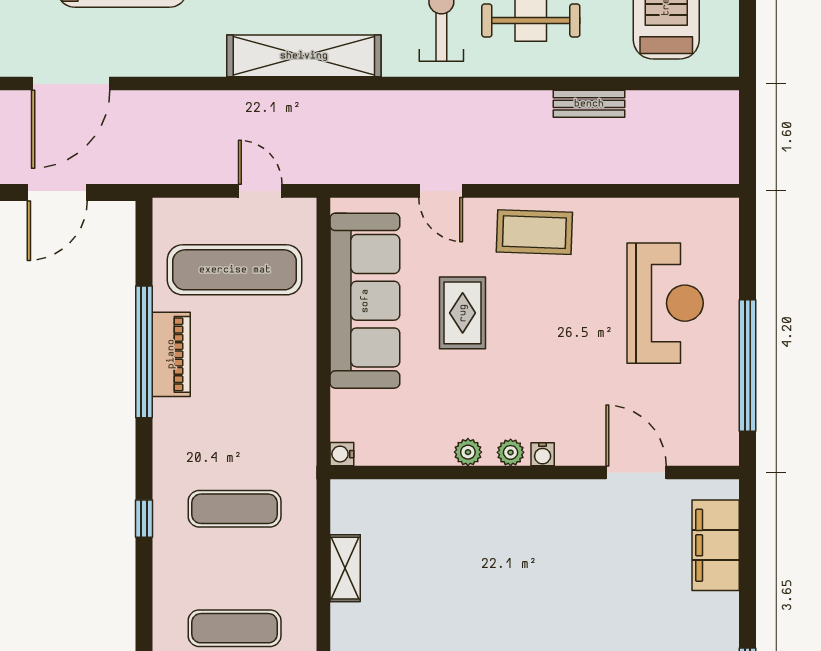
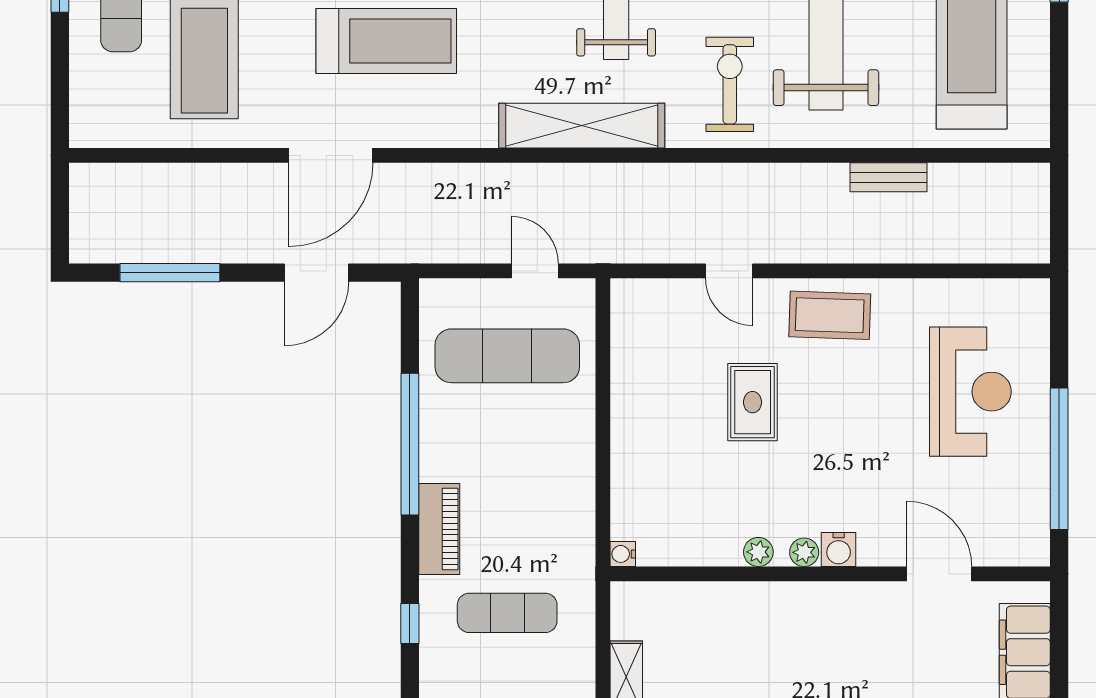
sofa: (365, 301) -> (647, 389), removed
piano: (171, 354) -> (439, 529), moved
water cooler: (543, 454) -> (839, 549), width x1.38, depth x1.38

